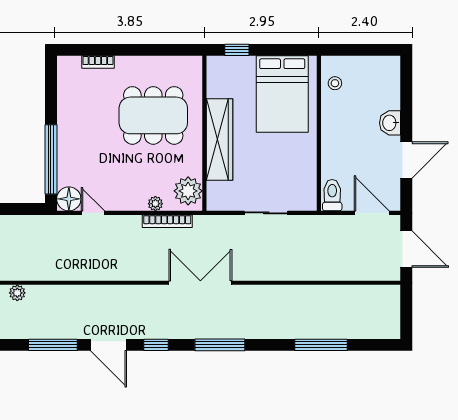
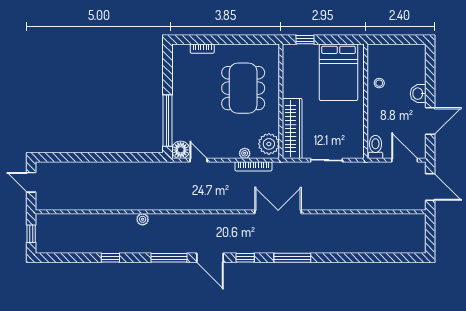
stool: (335, 83) -> (379, 83), moved
dining table: (153, 115) -> (243, 88), turned 90
wardrobe: (219, 139) -> (292, 128), moved
window: (321, 345) -> (367, 258), removed

